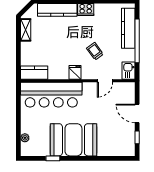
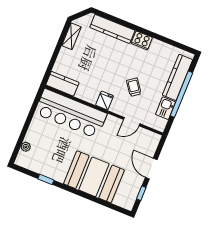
kitchen sink: (129, 71) -> (165, 108), moved
booth: (73, 140) -> (94, 177), moved

